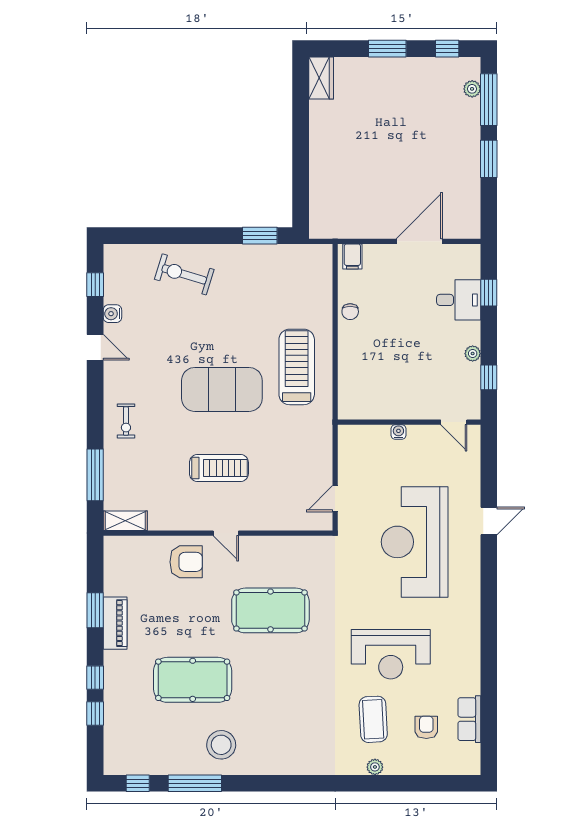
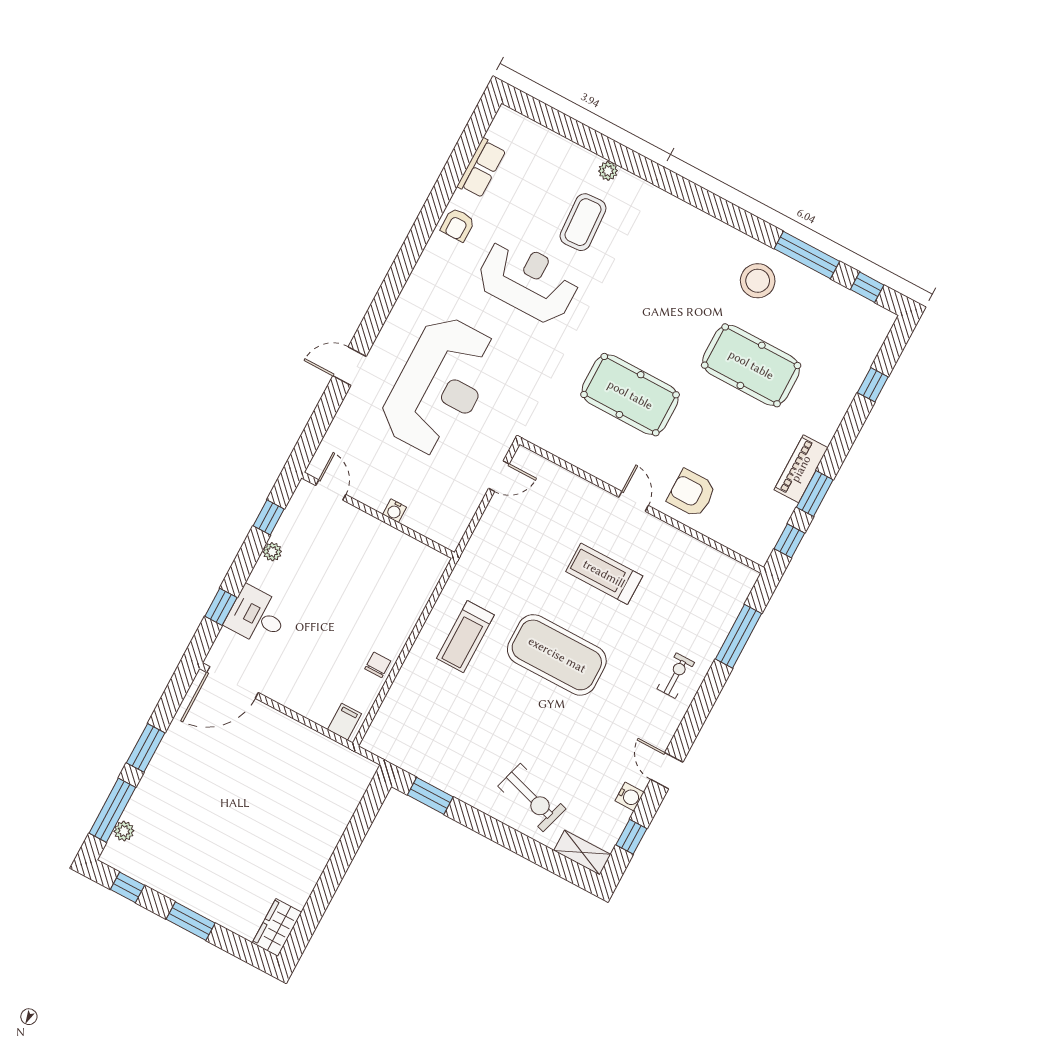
door: (419, 241) -> (233, 683), moved
treadmill: (297, 367) -> (465, 637), width x0.73, depth x0.73
shelving: (125, 521) -> (582, 853), moved
window: (95, 678) -> (789, 541), moved
armchair: (426, 727) -> (458, 225), moved

